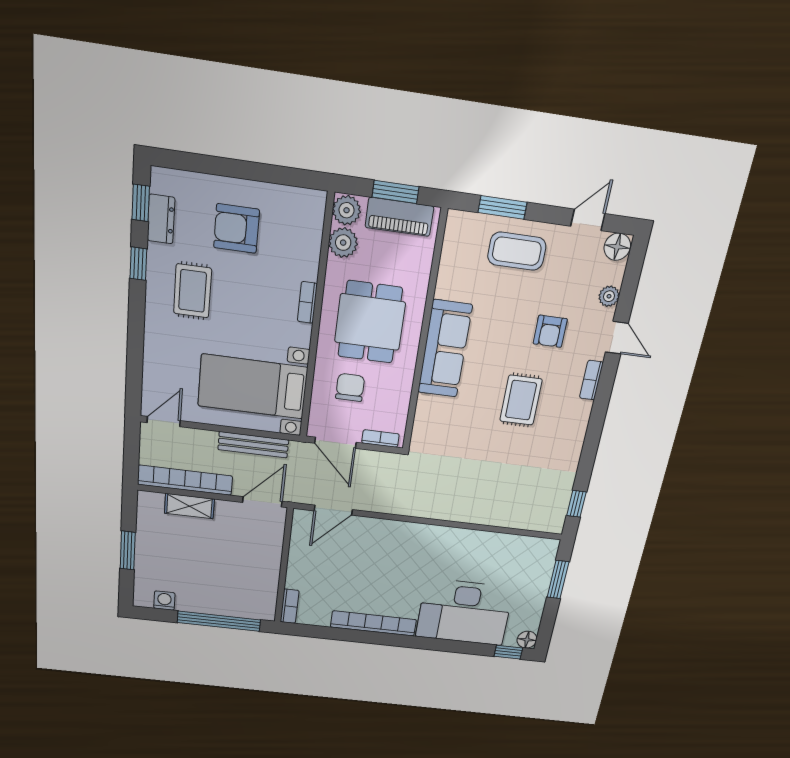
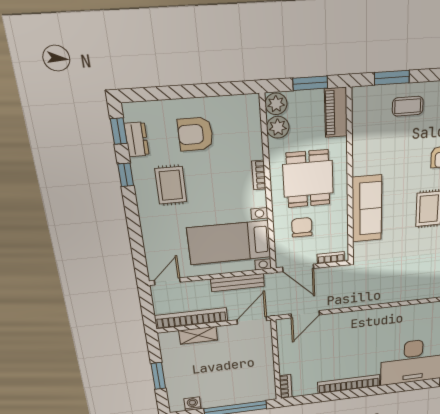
piano: (399, 217) -> (336, 113), moved, turned 90
coffee table: (517, 251) -> (408, 106), width x0.73, depth x0.77
sofa: (445, 349) -> (367, 209), moved

